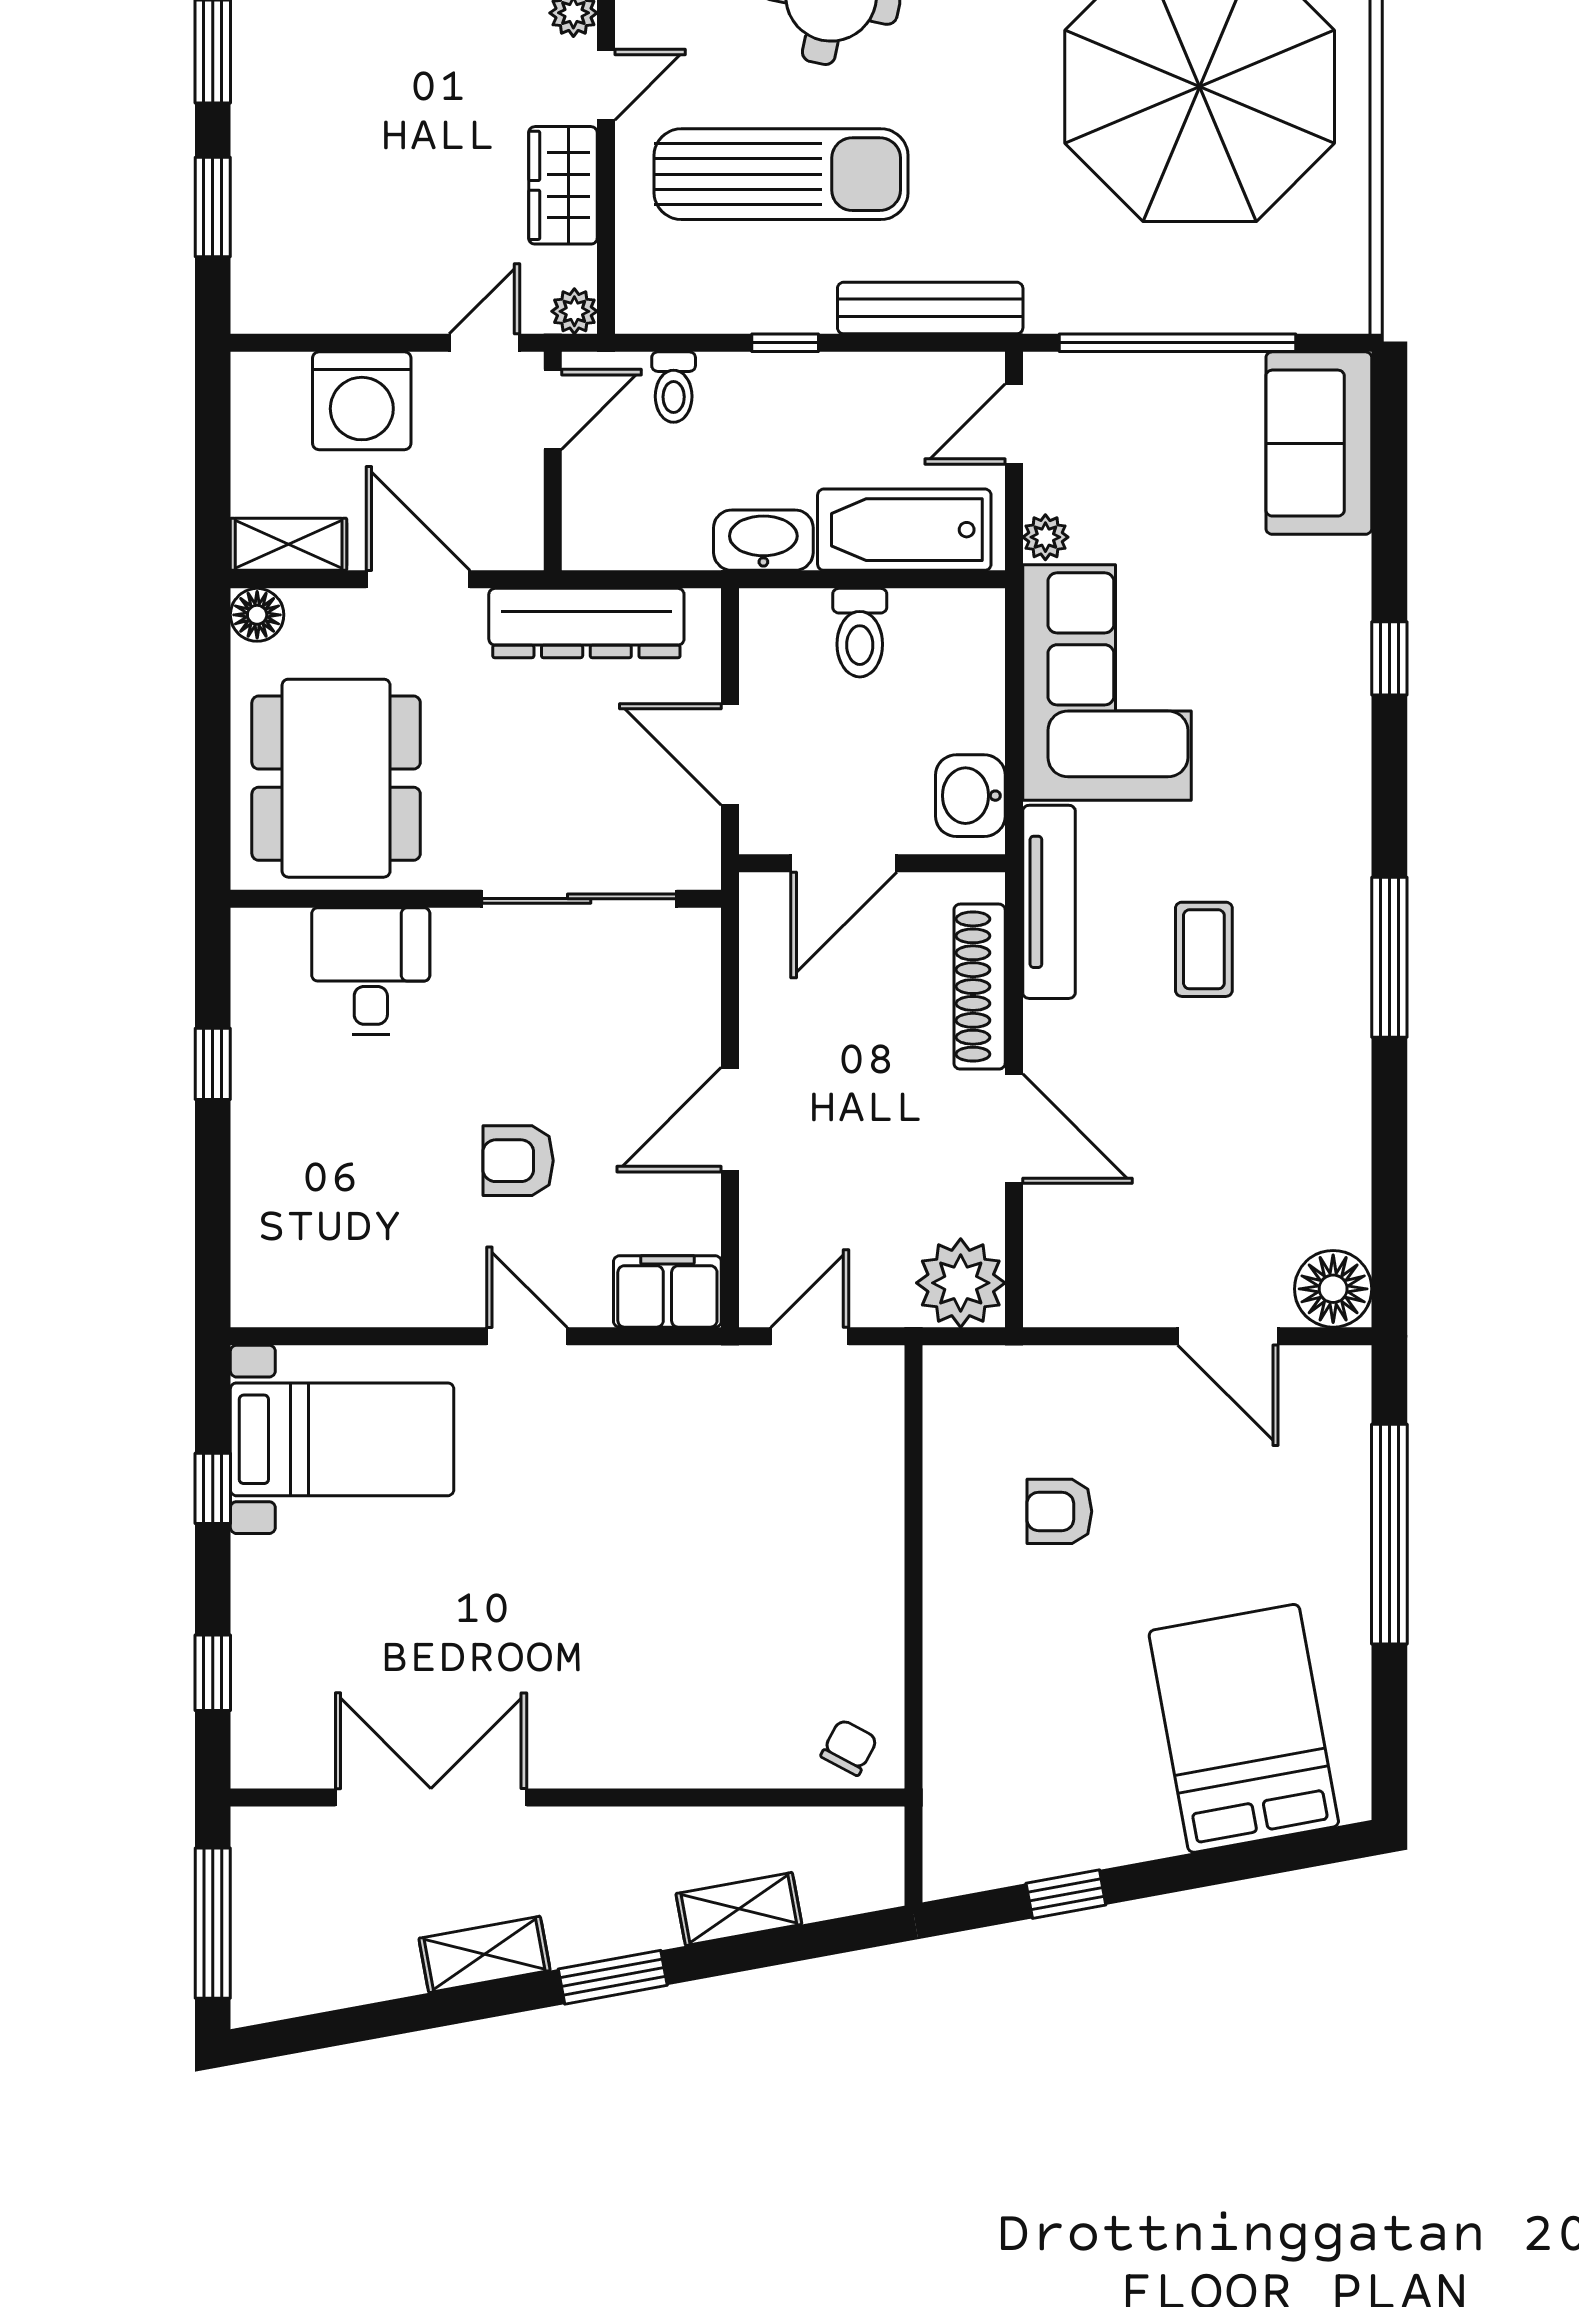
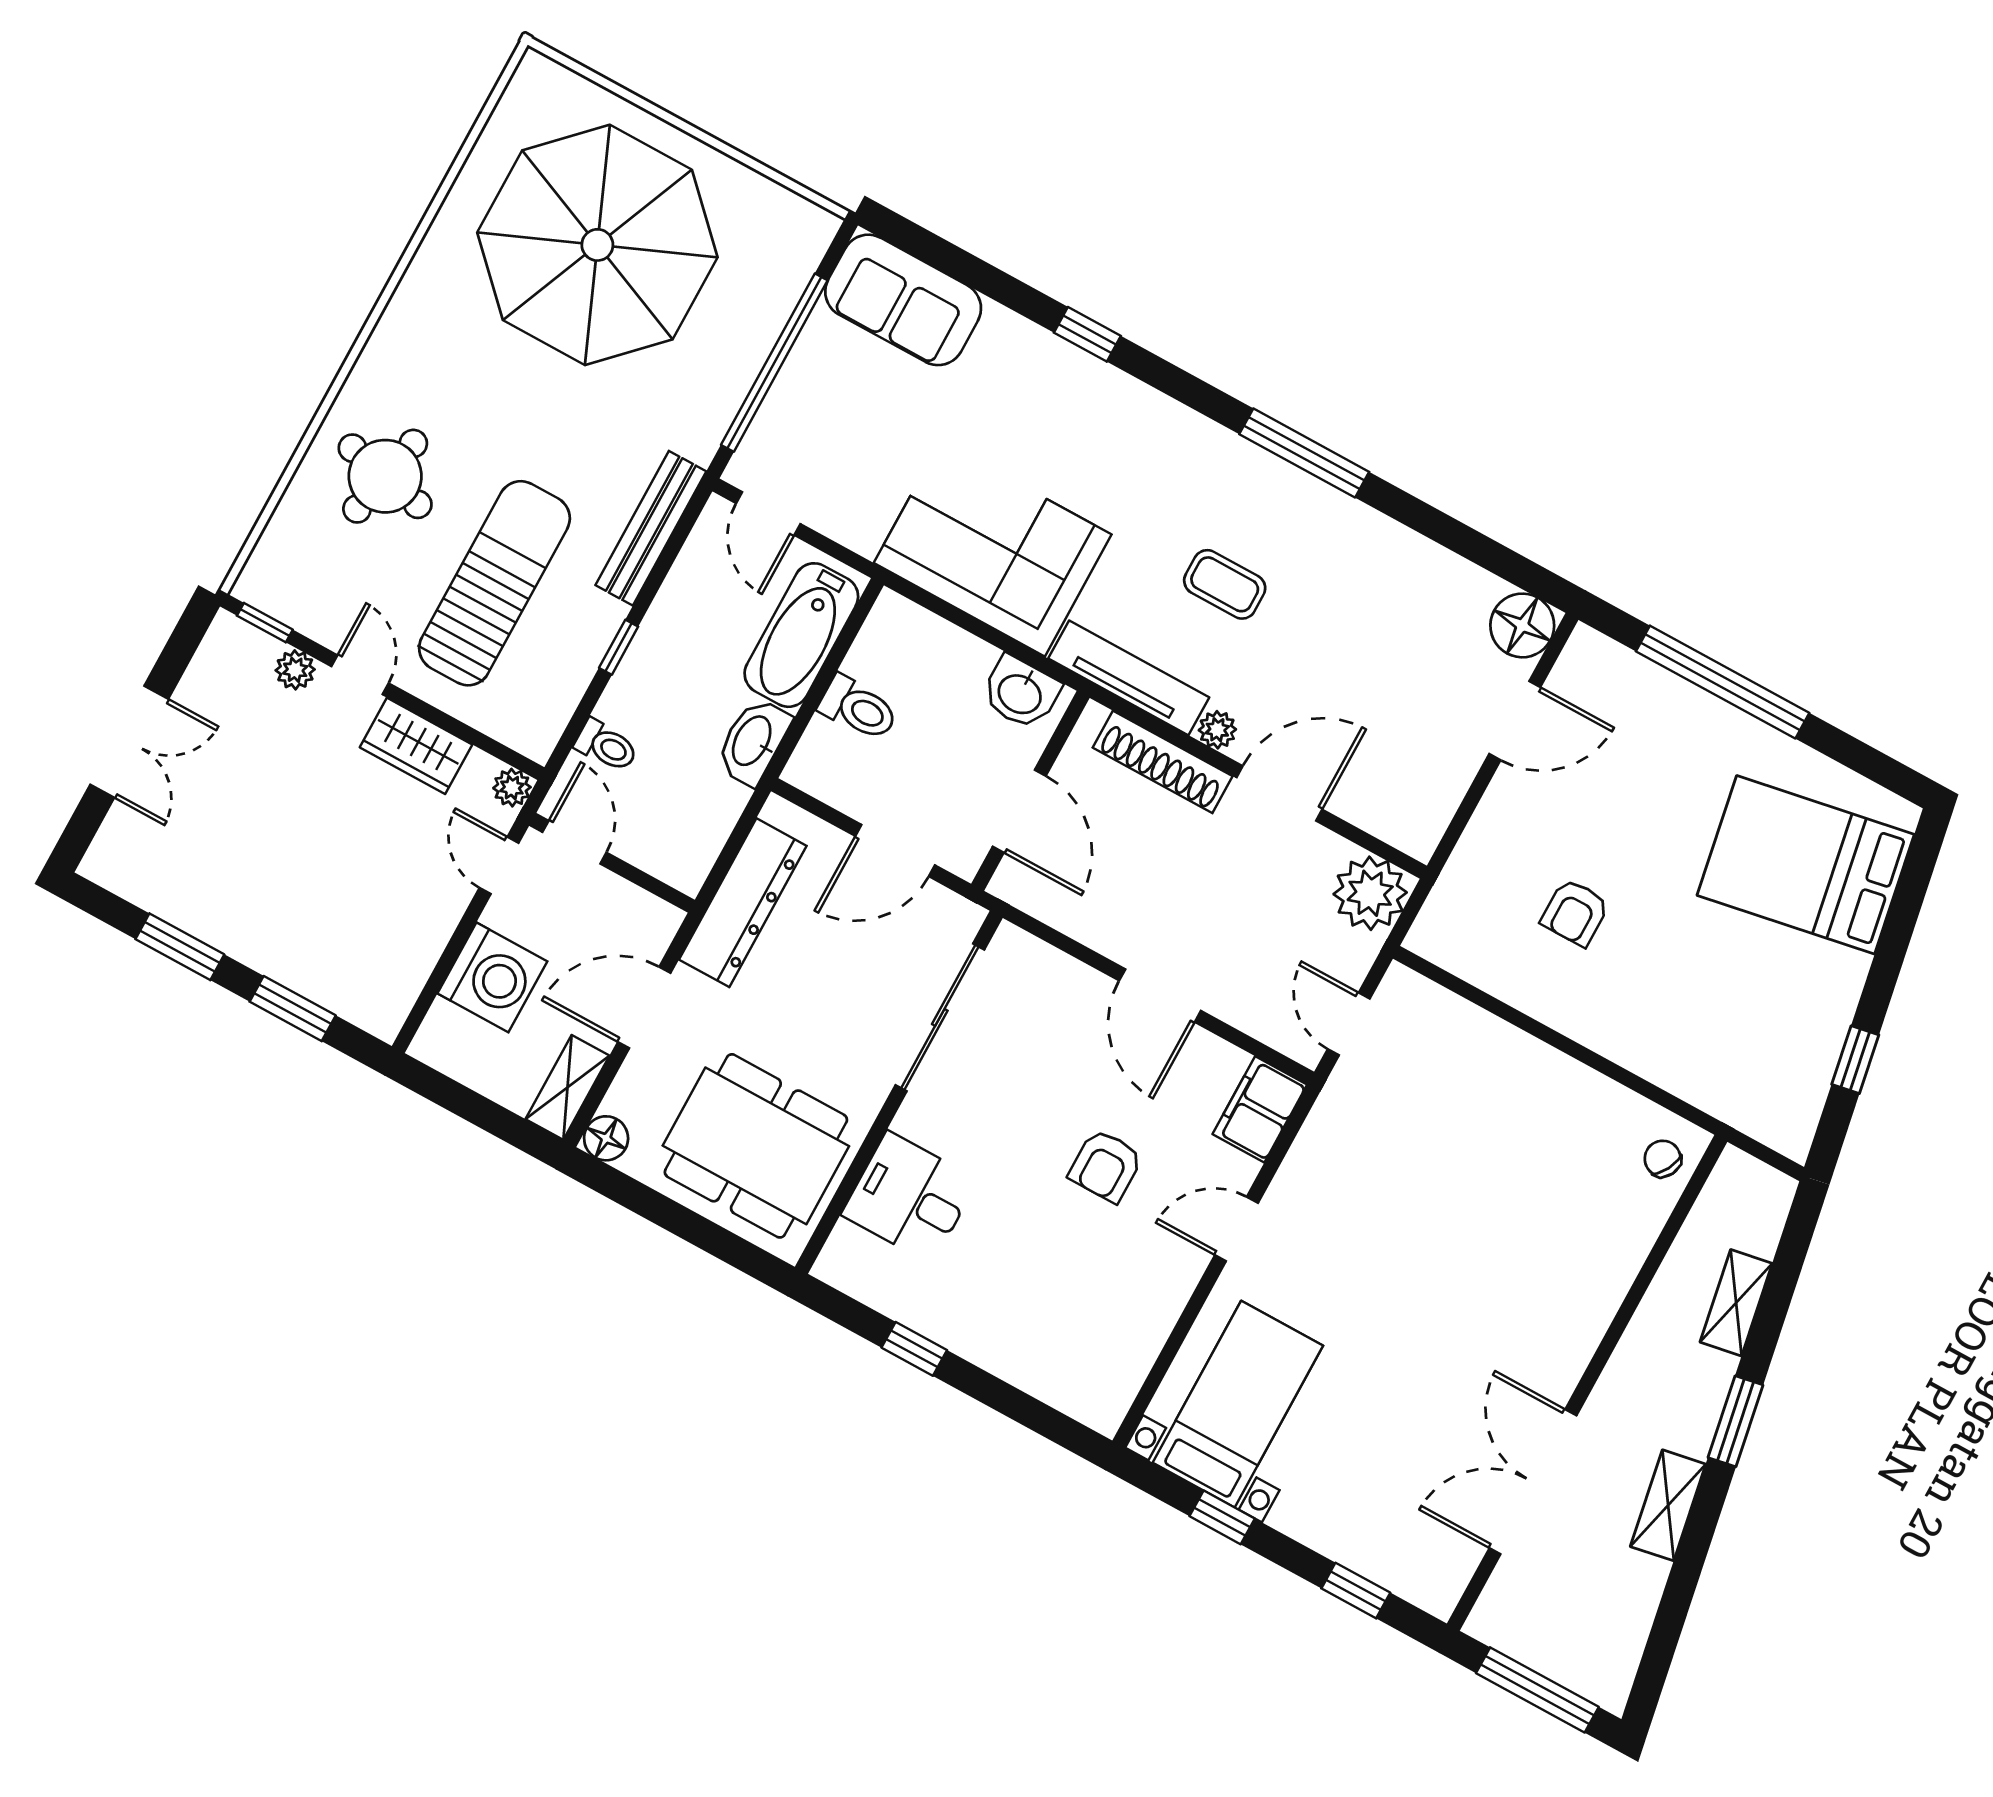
plant: (1045, 537) -> (1217, 730), moved

